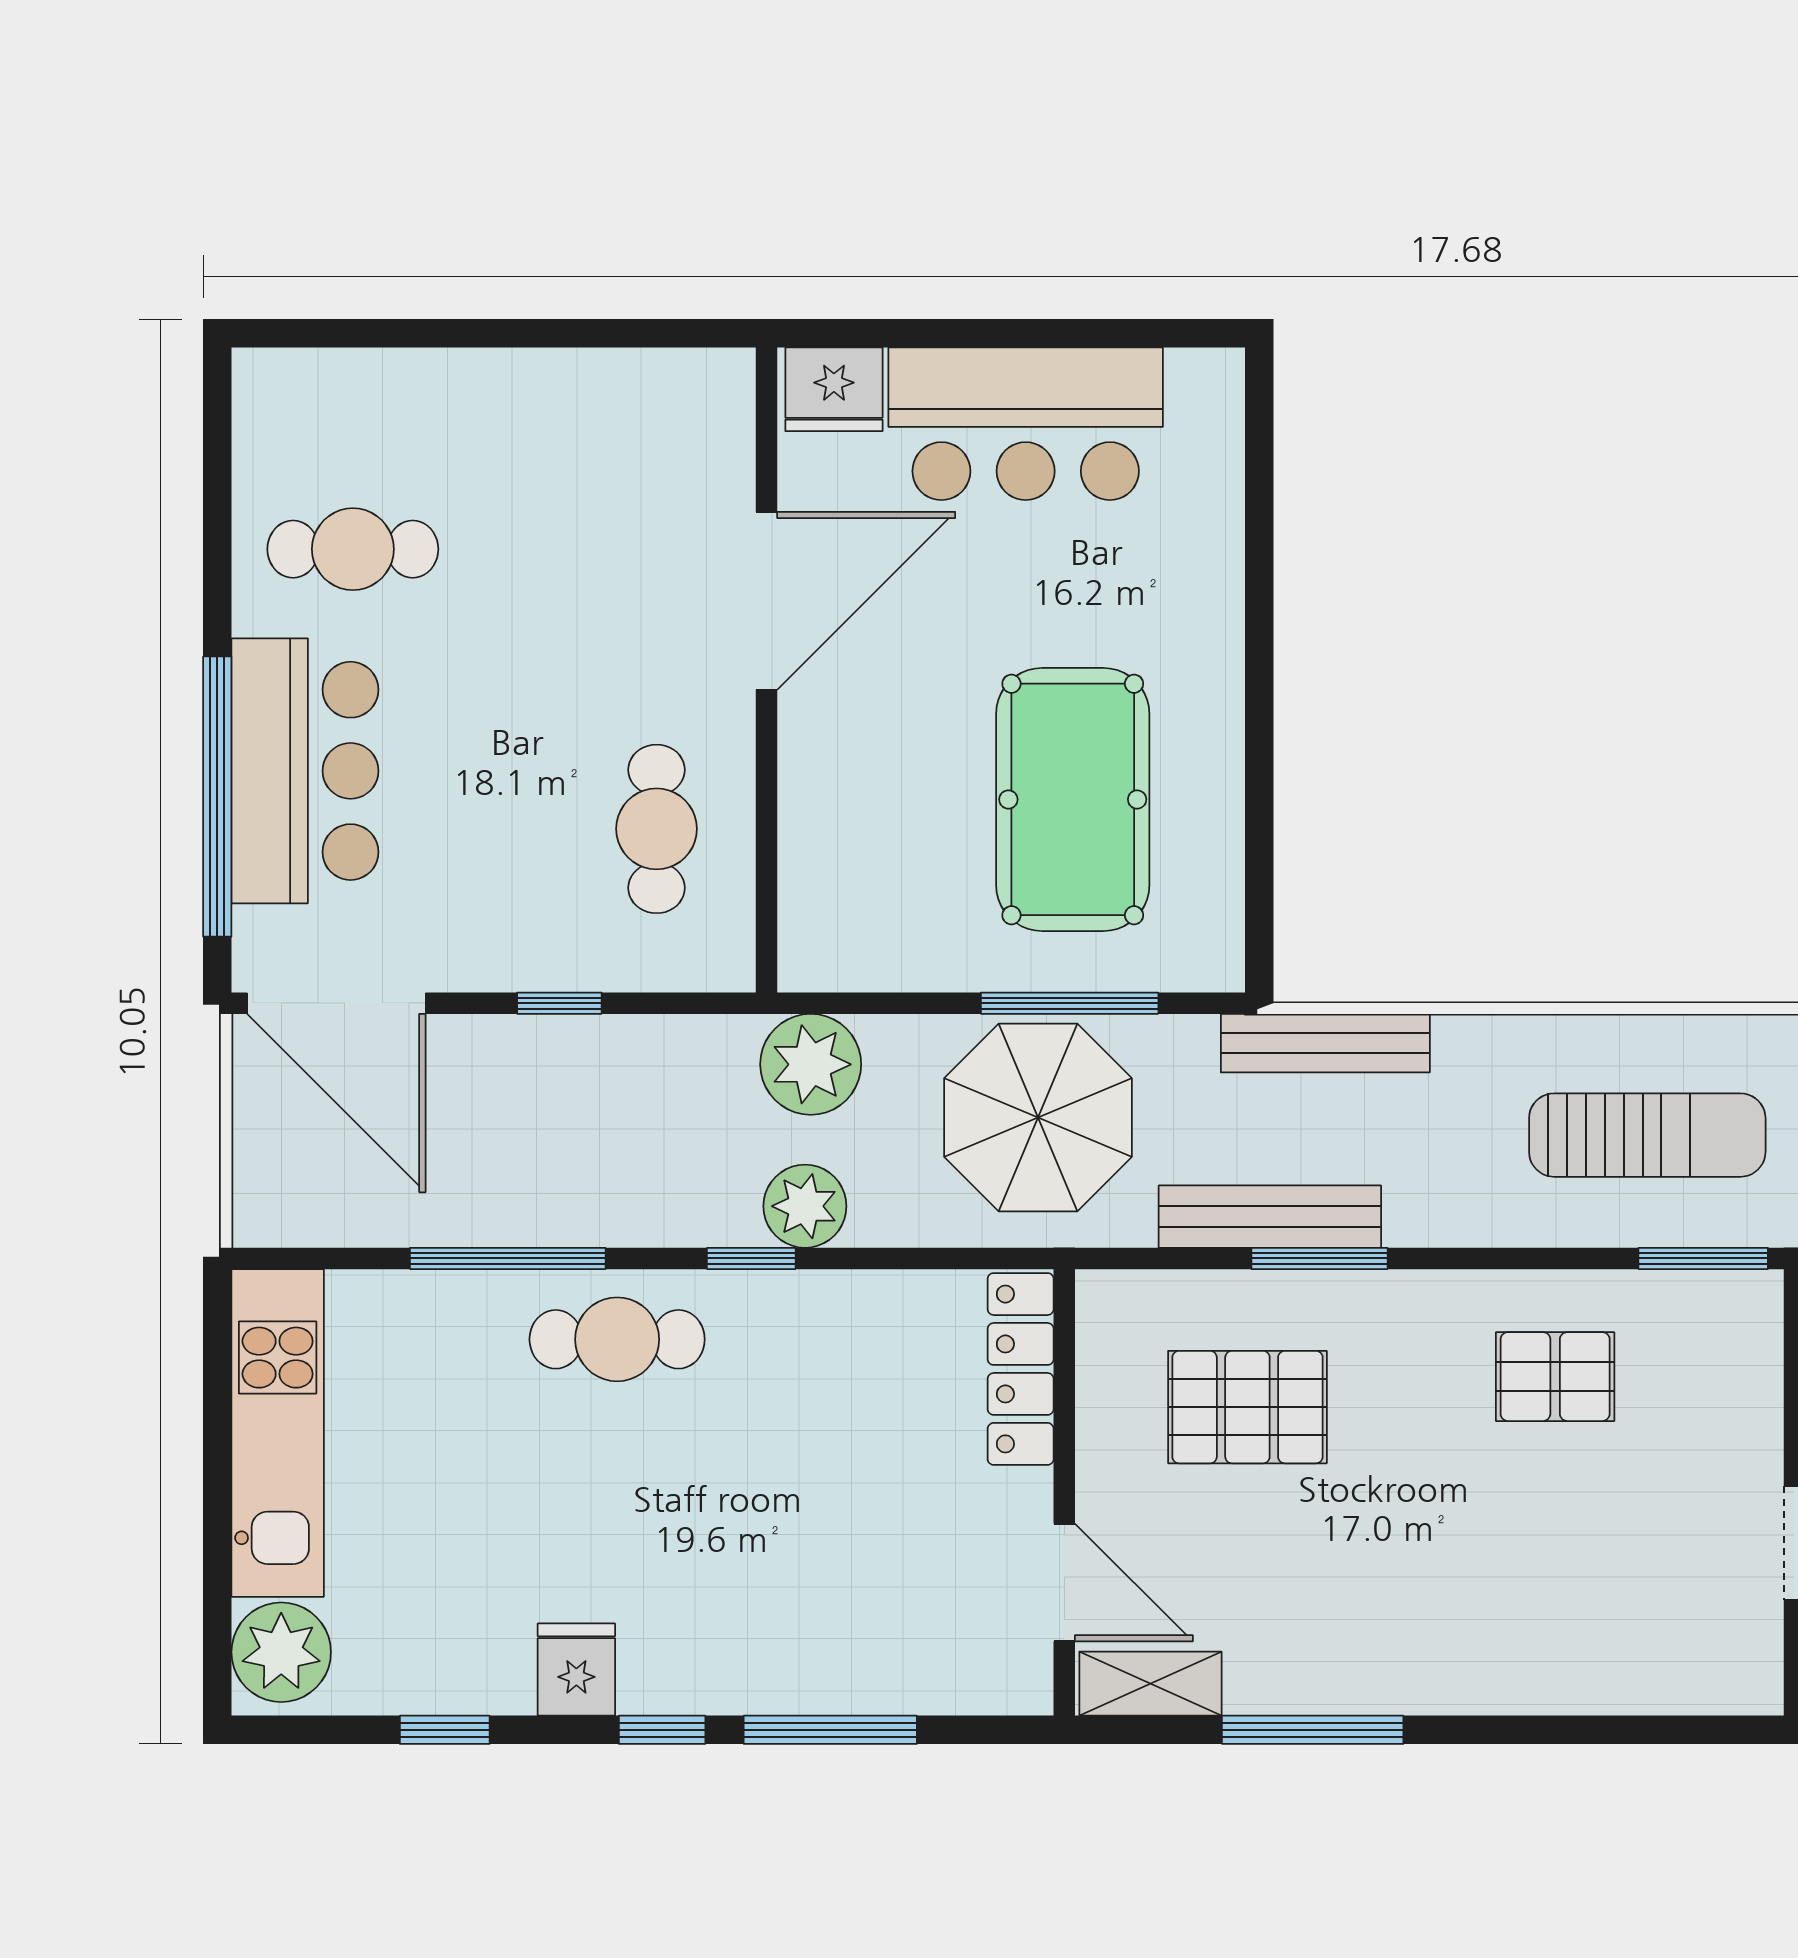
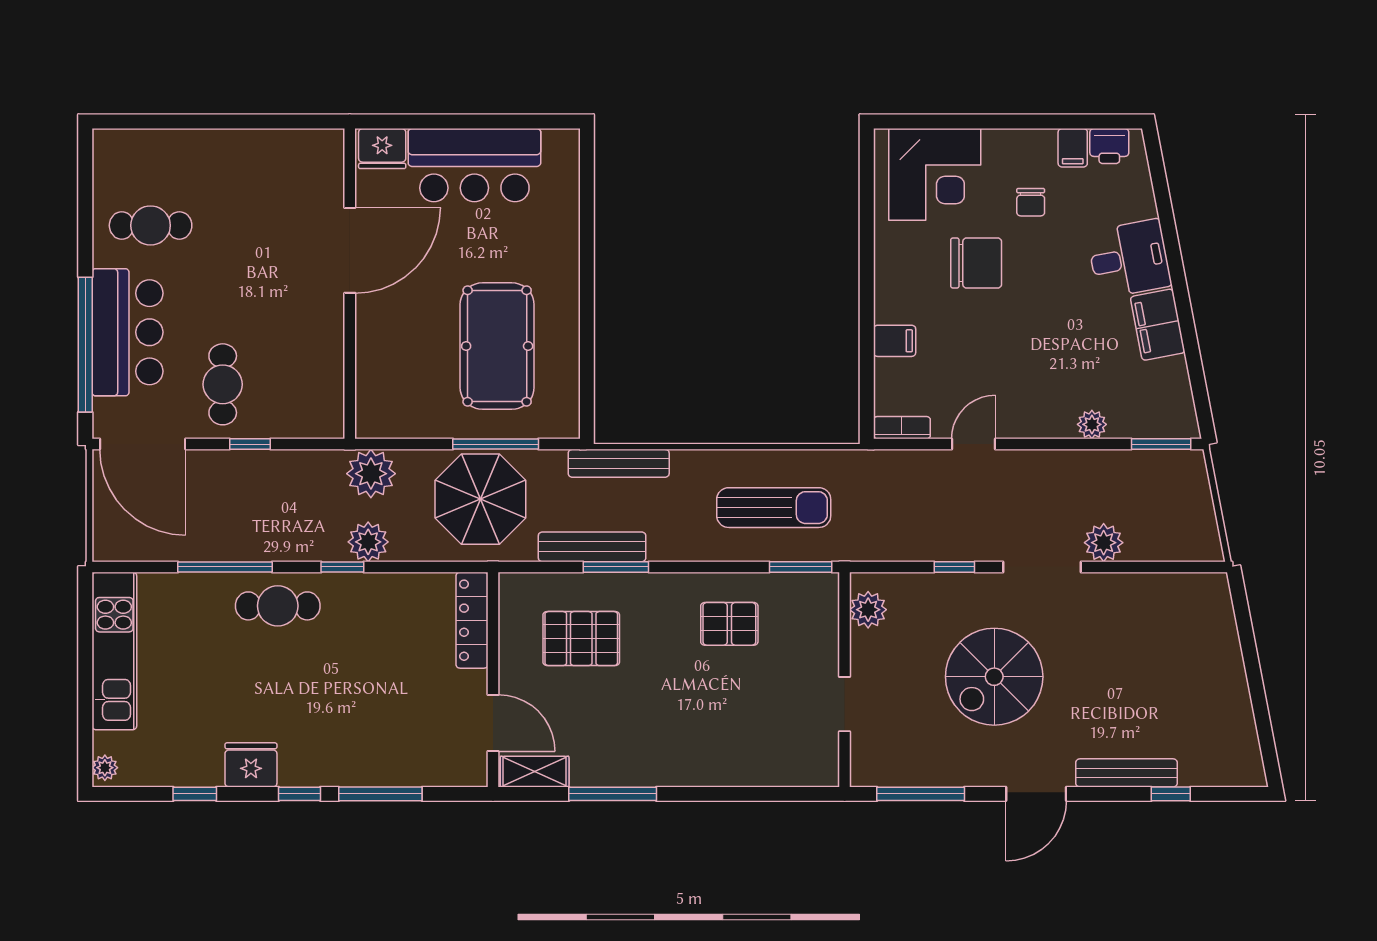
cafe table: (657, 829) -> (223, 384), moved
plant: (281, 1652) -> (105, 768), width x0.53, depth x0.53
fridge: (576, 1670) -> (251, 765), width x1.38

